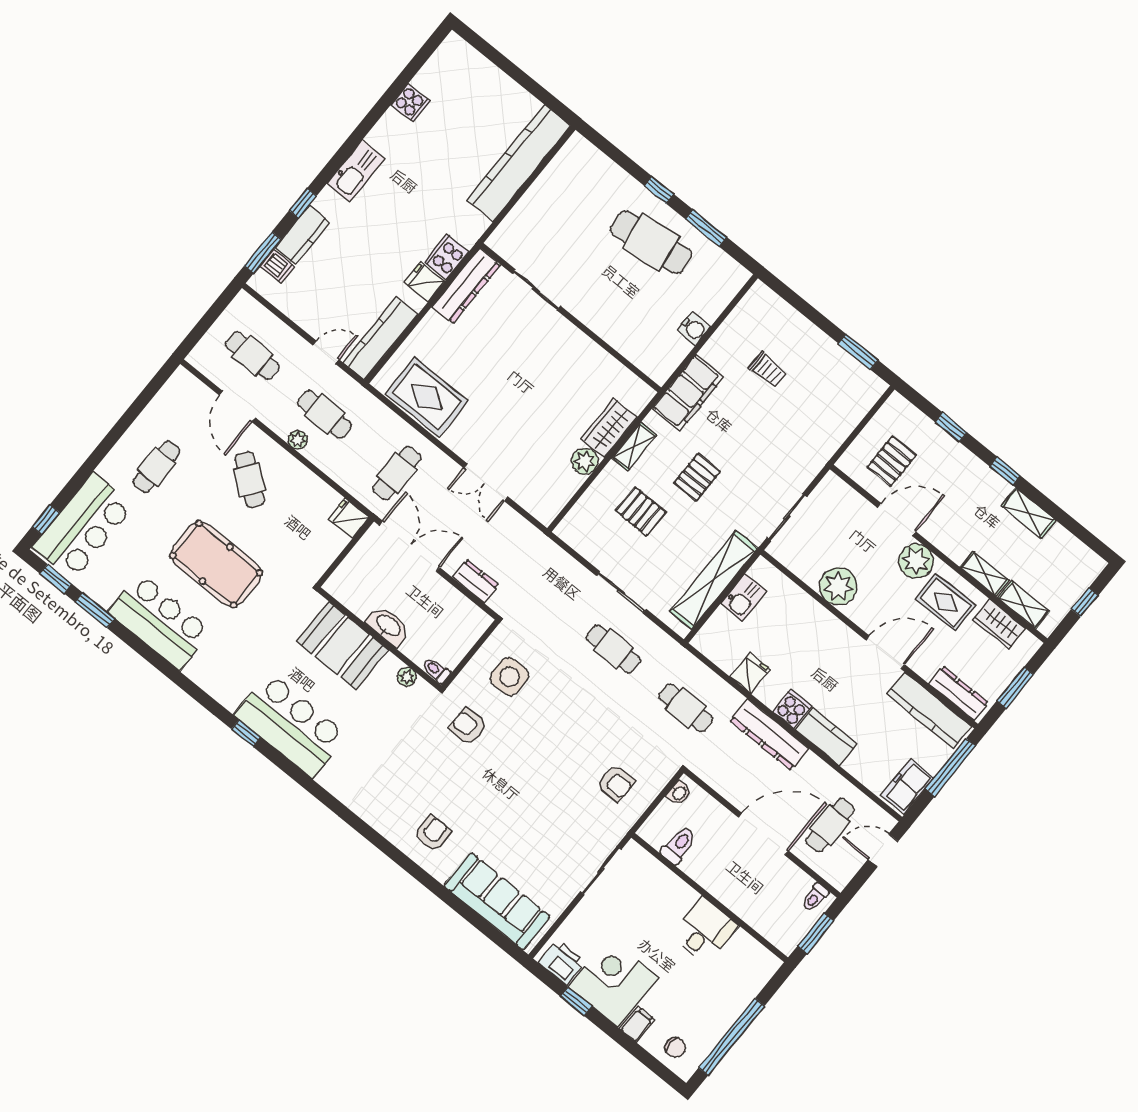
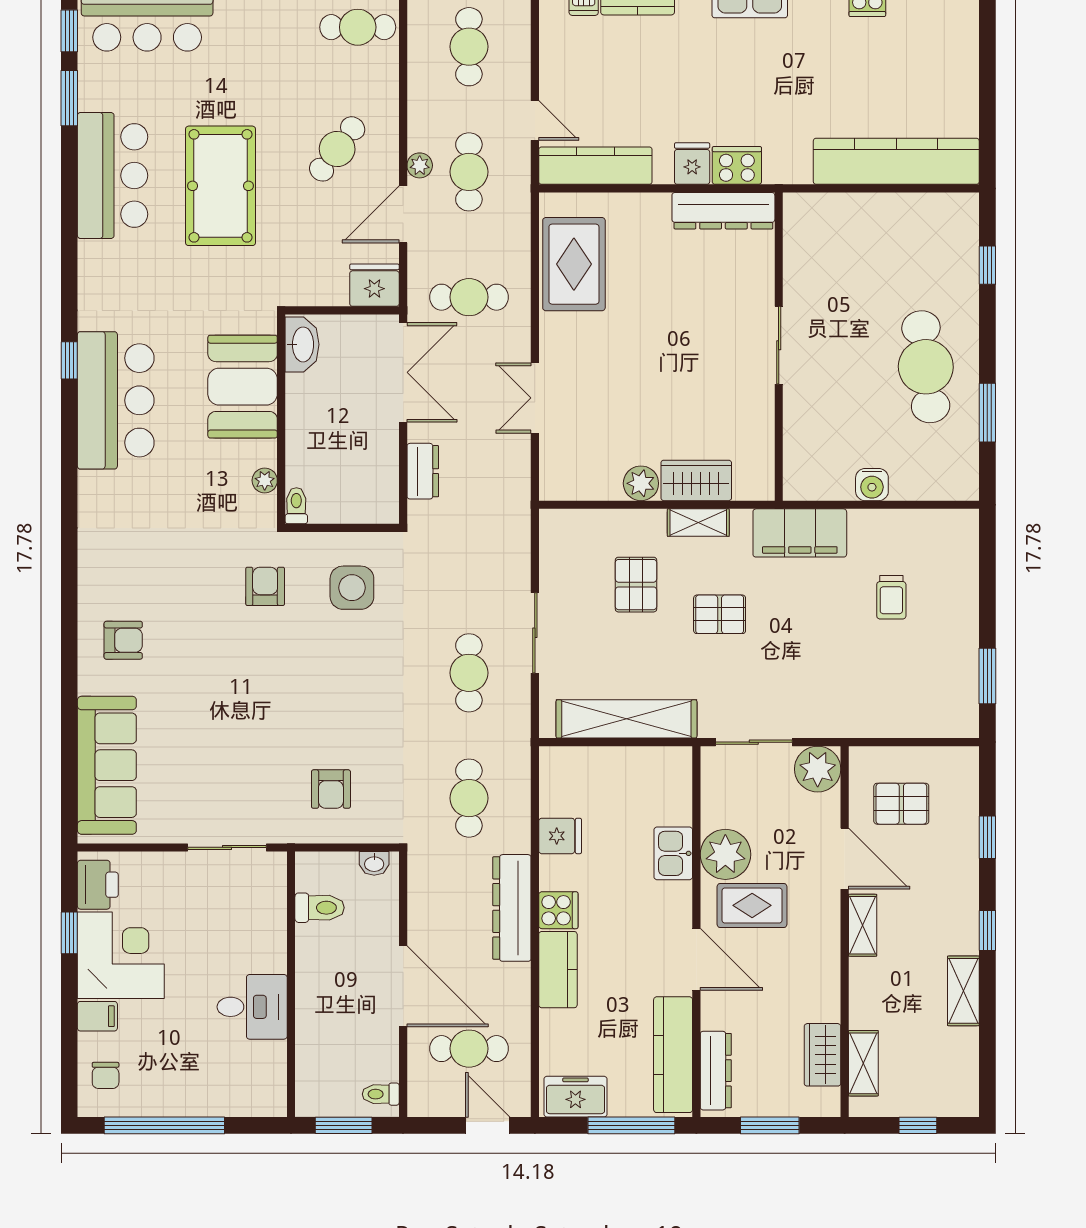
window: (659, 190) -> (987, 265), moved
sliding door: (536, 290) -> (779, 345), moved
door: (237, 407) -> (403, 214), moved
cafe table: (156, 467) -> (358, 27), moved
fridge: (349, 518) -> (374, 285), width x1.38
plant: (916, 561) -> (818, 769), moved
shelving: (985, 574) -> (863, 925), moved
kitchen sink: (744, 597) -> (673, 853), moved, turned 90
rug: (945, 602) -> (752, 905), moved, turned 90
washbasin: (388, 626) -> (302, 344), moved

